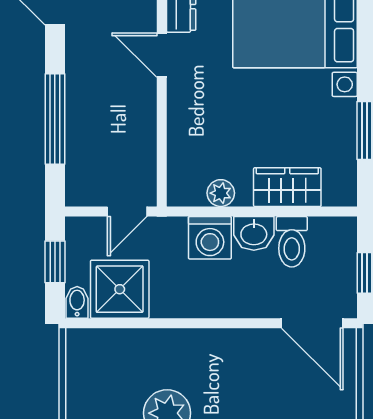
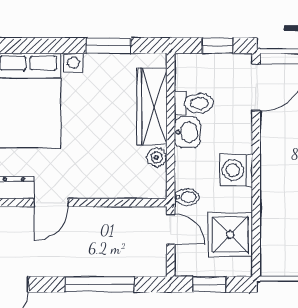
wardrobe: (287, 187) -> (152, 107), width x1.50
washing machine: (210, 238) -> (236, 170), moved, turned 180
bidet: (77, 302) -> (187, 197), moved, turned 180

